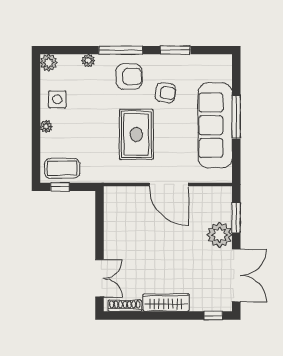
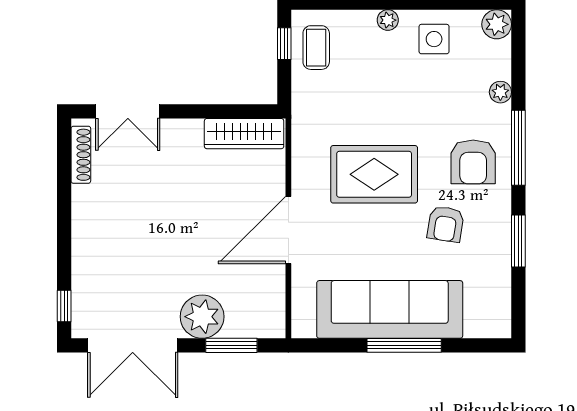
coffee table: (62, 168) -> (316, 48), width x0.73, depth x0.77
wardrobe: (166, 303) -> (244, 134), moved, turned 90

